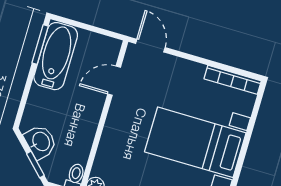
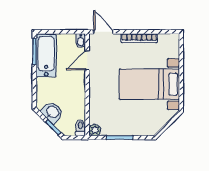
bidet: (113, 49) -> (81, 41), added
bookcase: (233, 80) -> (139, 38), moved

